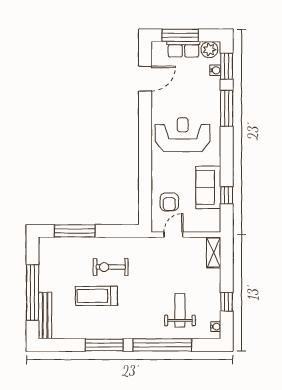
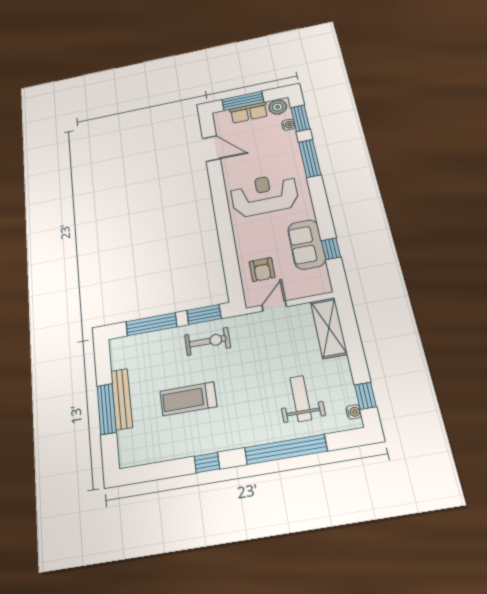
door: (145, 79) -> (211, 149), hinge flipped
window: (118, 231) -> (204, 315), added
shelving: (214, 252) -> (329, 328), width x1.50, depth x1.33
exercise bike: (111, 267) -> (208, 341), moved, turned 180
window: (33, 293) -> (107, 409), width x0.68
window: (227, 302) -> (365, 396), moved
bench: (45, 316) -> (122, 399), moved
window: (104, 345) -> (207, 463), width x0.46

